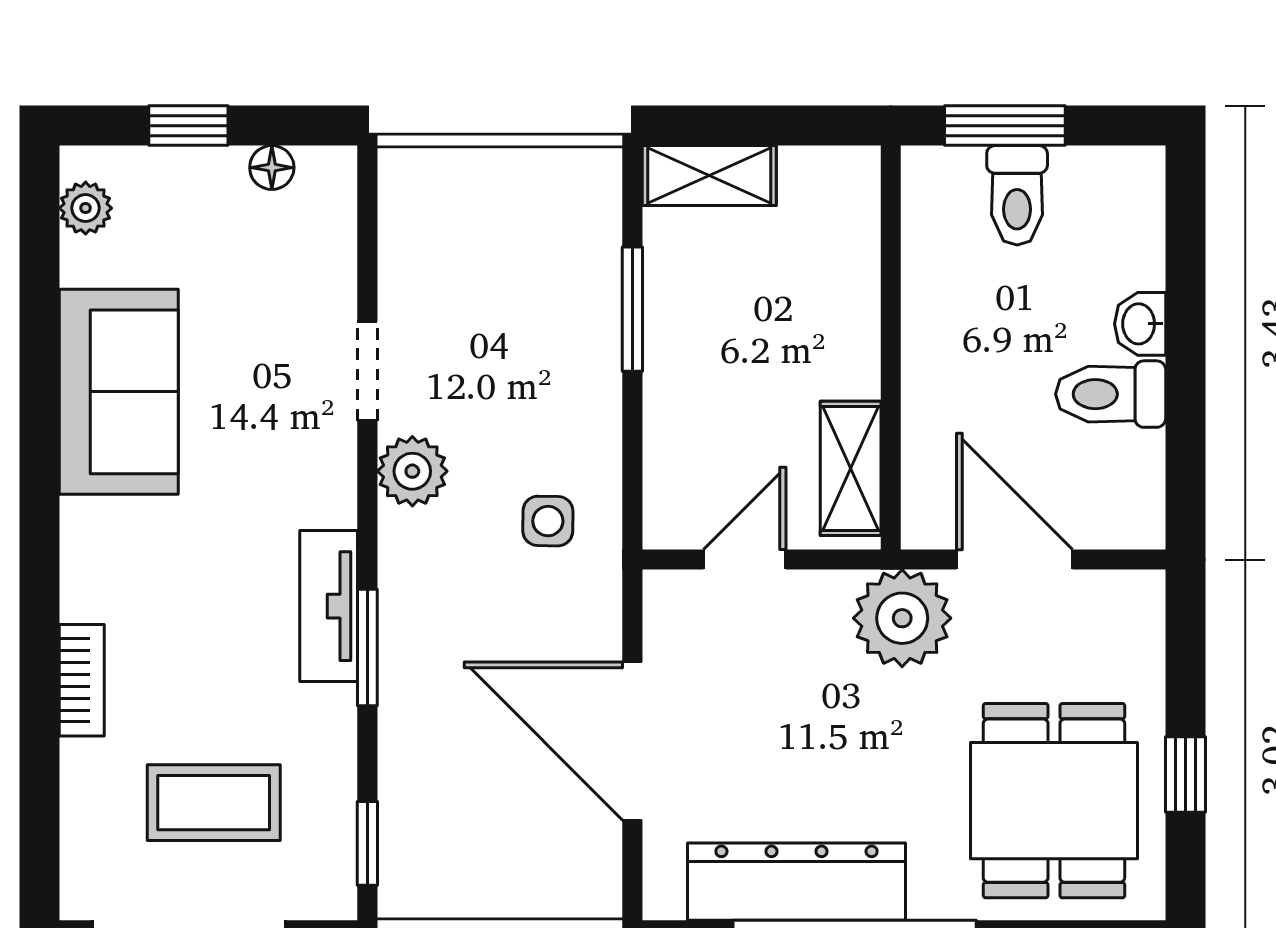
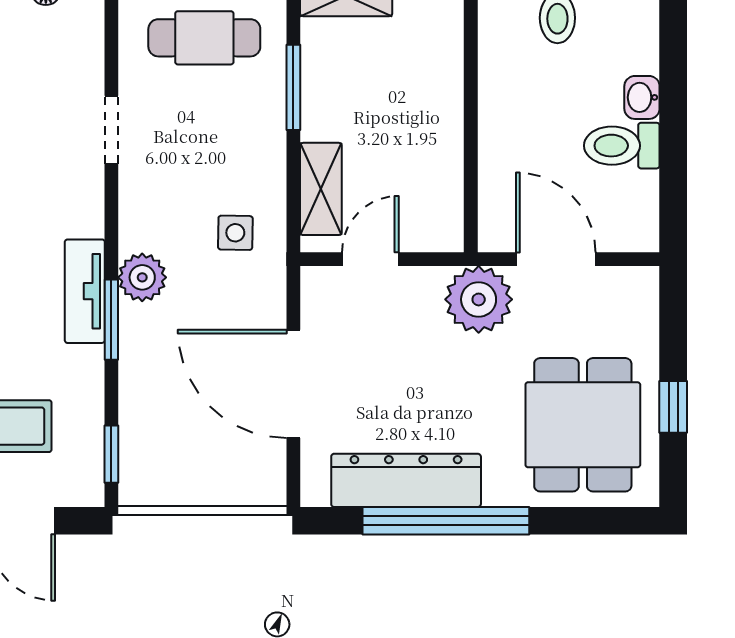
cafe table: (503, 237) -> (204, 38), added
shelving: (851, 468) -> (321, 189), moved
plant: (412, 471) -> (142, 277), moved

